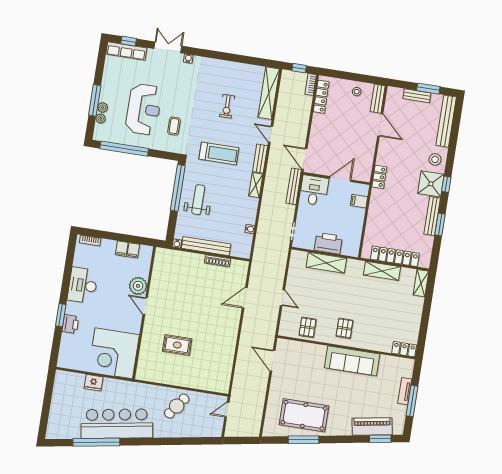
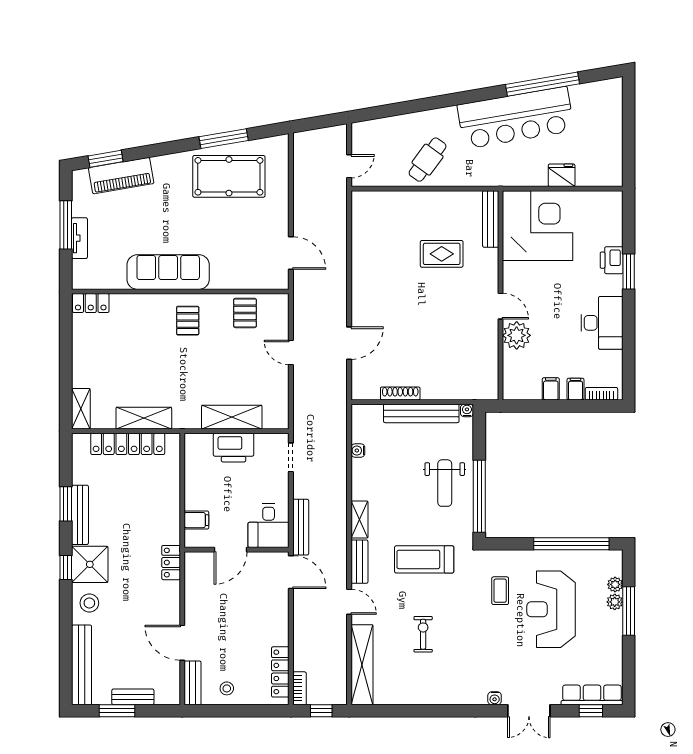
filing cabinet: (133, 250) -> (575, 389), moved
bench: (143, 362) -> (491, 219), added

